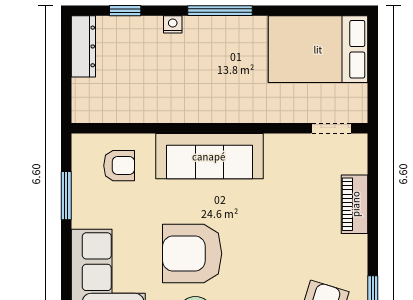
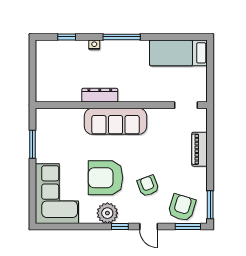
dresser: (83, 46) -> (100, 95), moved, turned -90
bed: (318, 49) -> (178, 53), width x0.67
armchair: (119, 166) -> (148, 186), moved, turned -111

